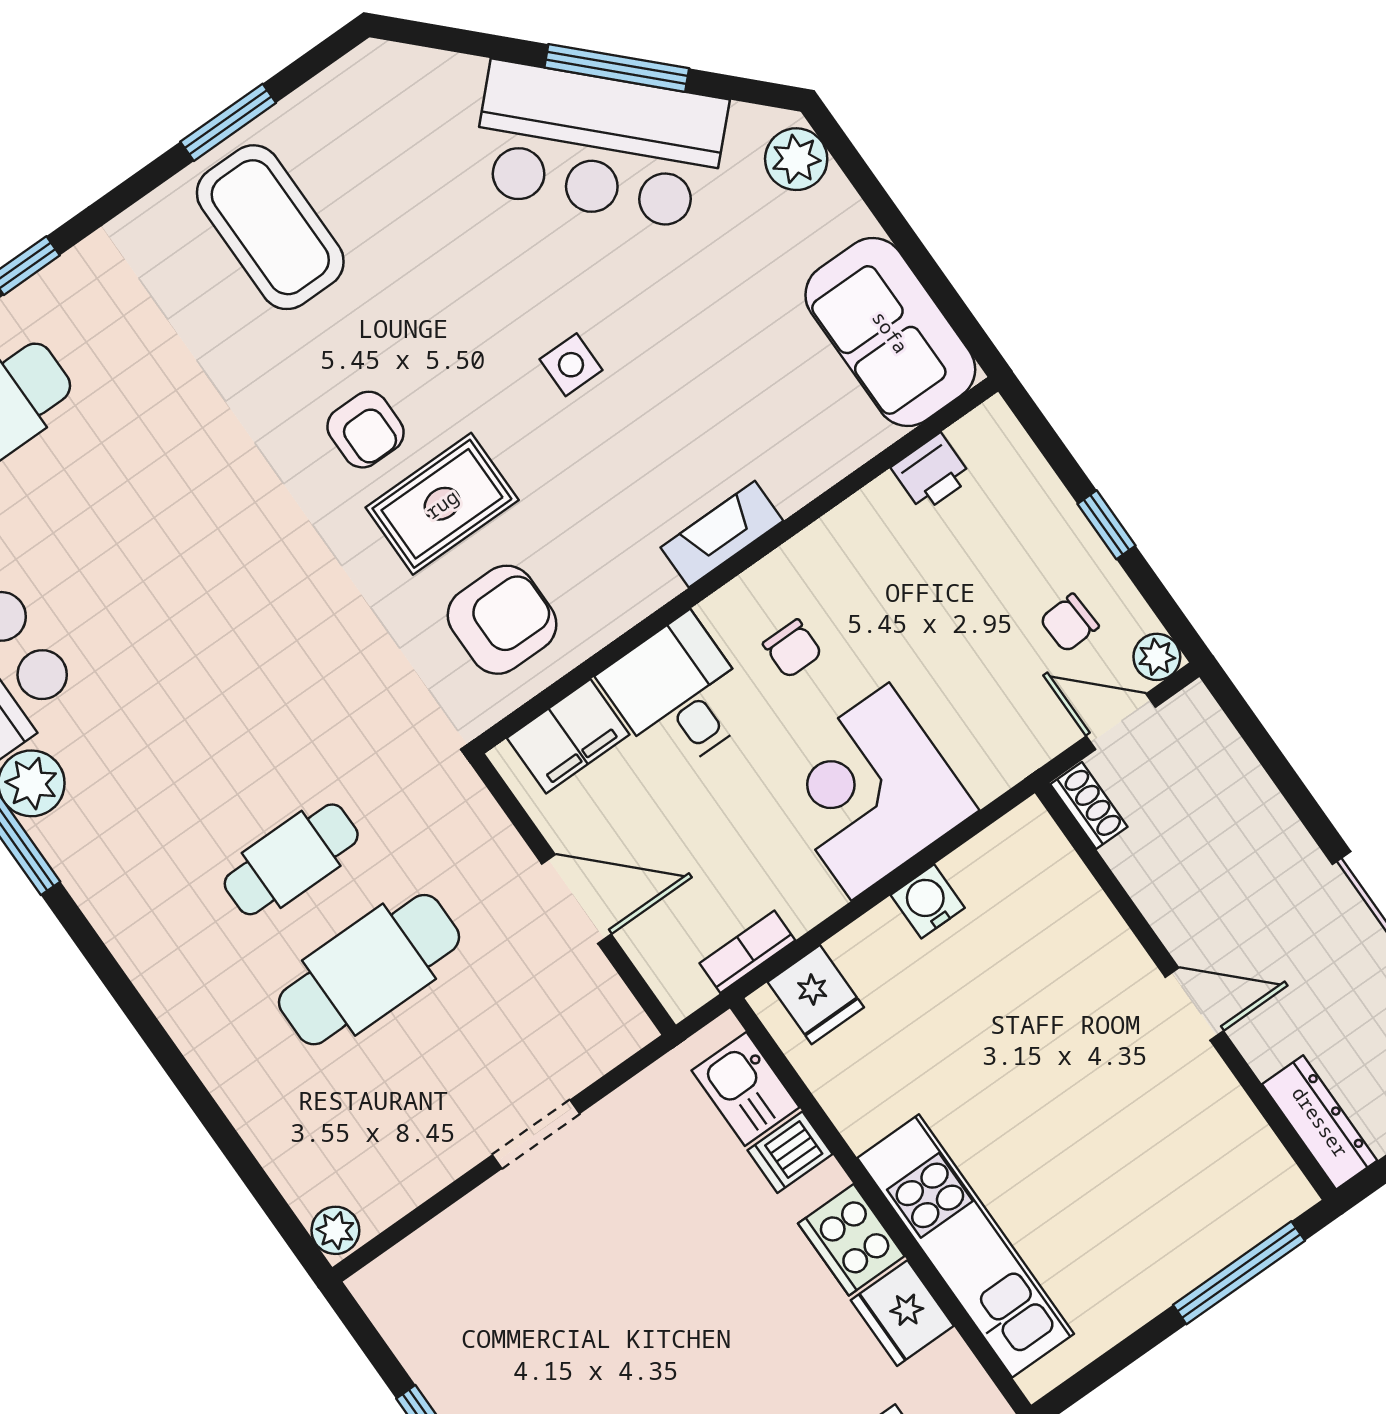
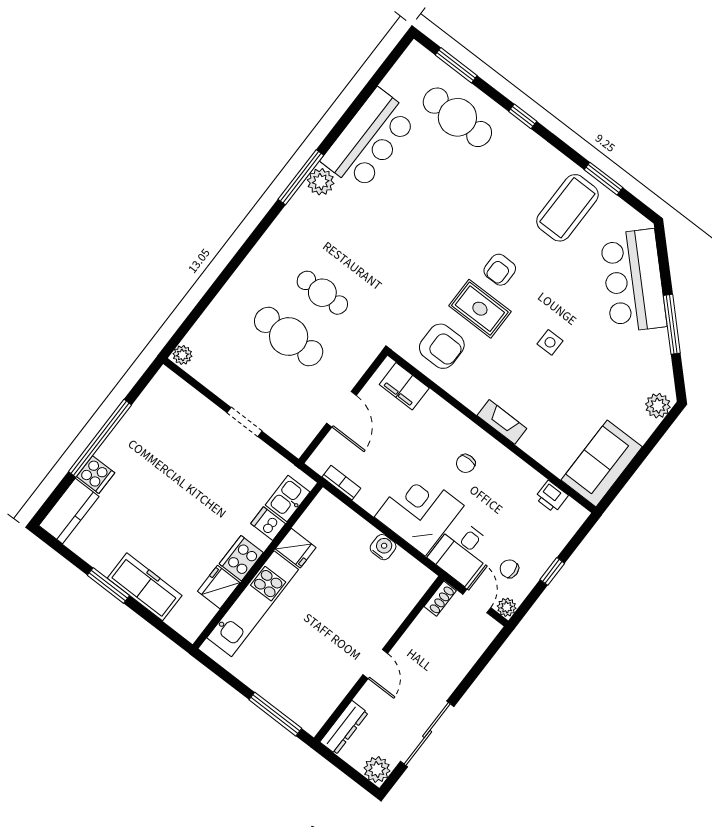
bar counter: (599, 145) -> (633, 281), moved
desk: (679, 694) -> (461, 552), moved, turned 180
fridge: (816, 995) -> (296, 548), moved, turned -90

